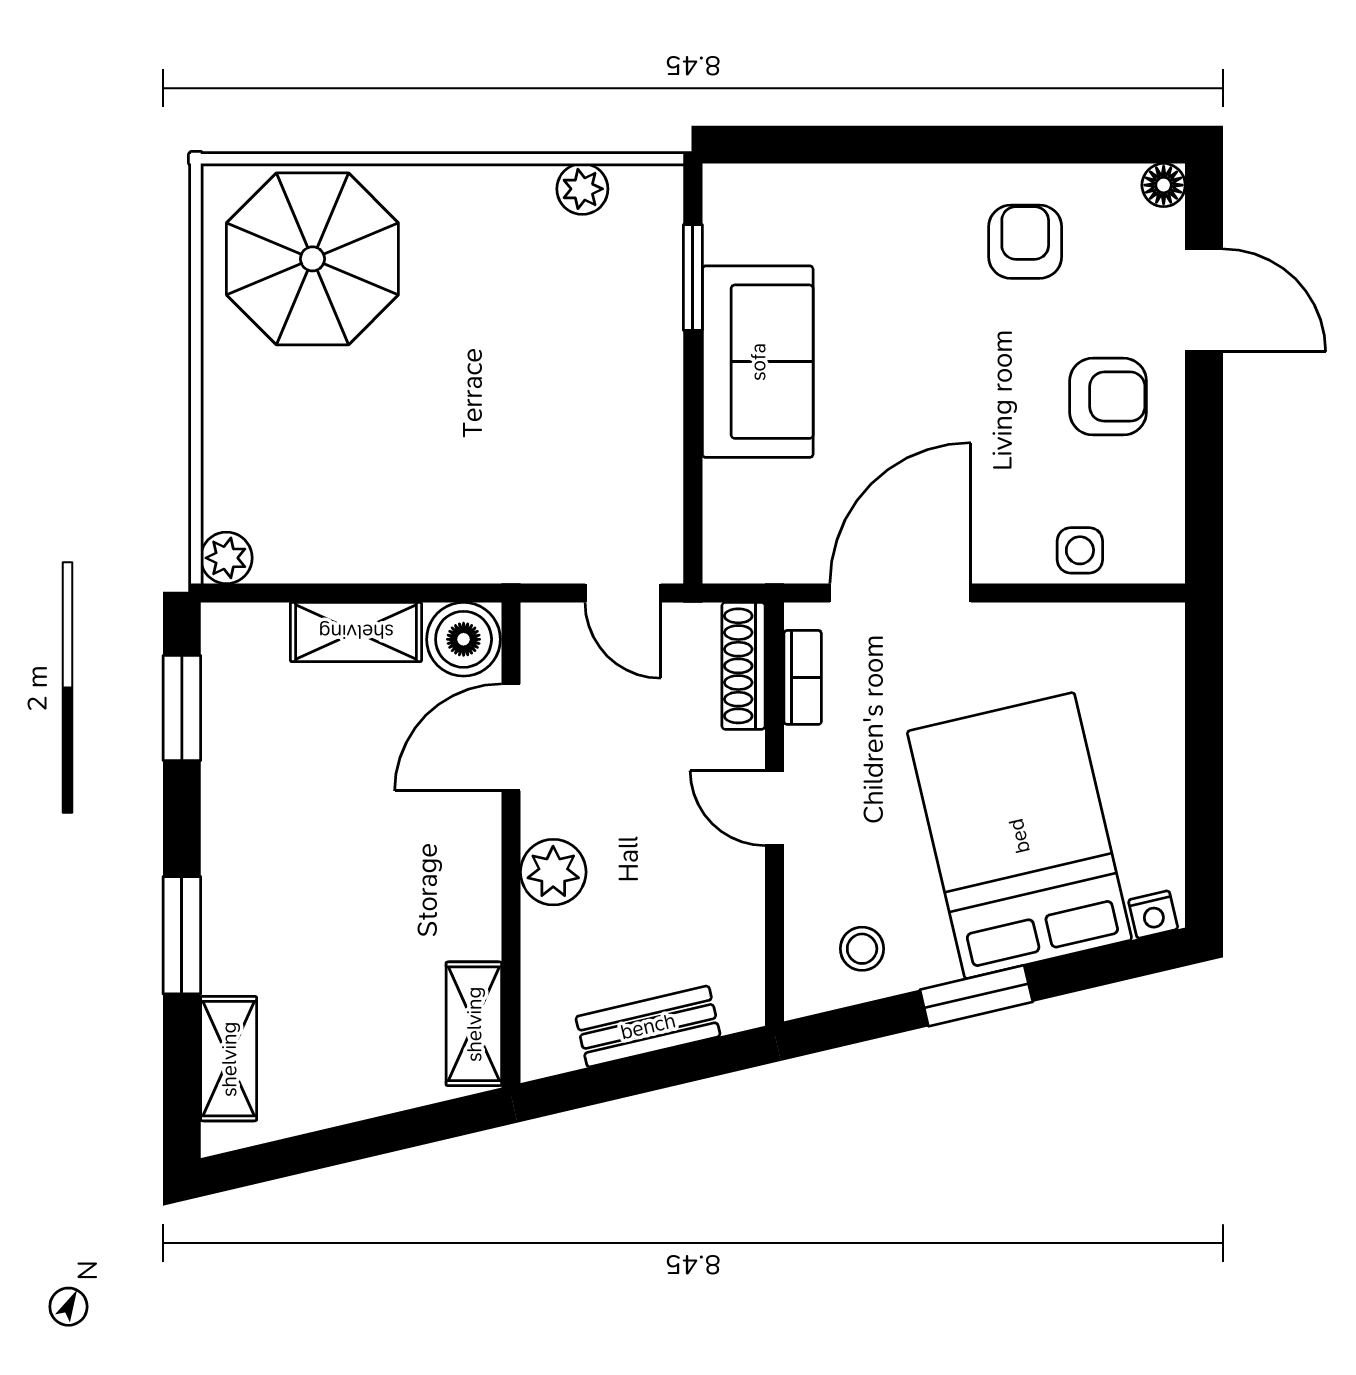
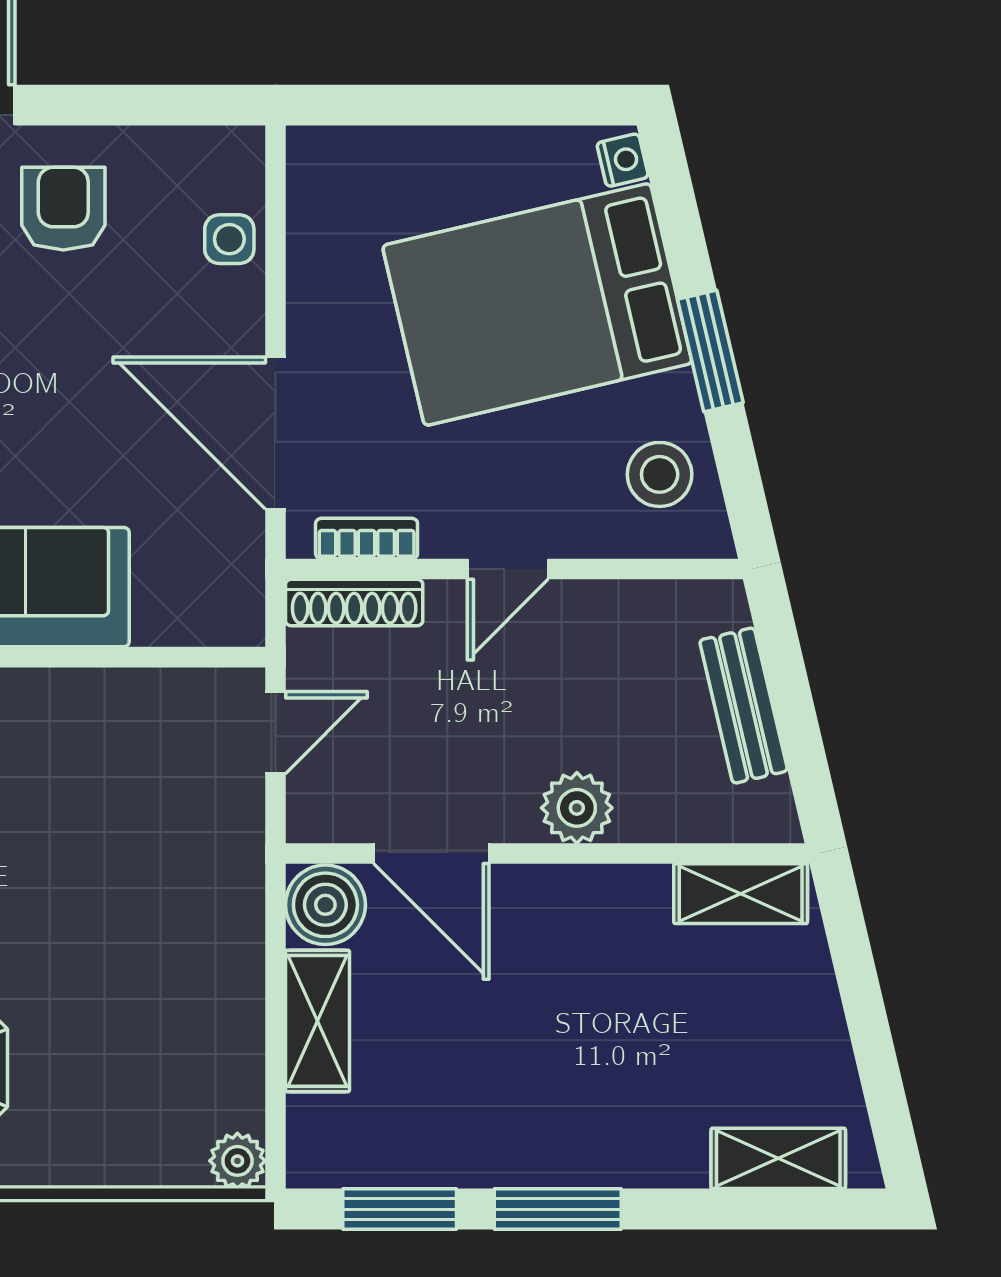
window: (182, 935) -> (558, 1209), moved
stool: (862, 949) -> (660, 474), width x1.37, depth x1.37

